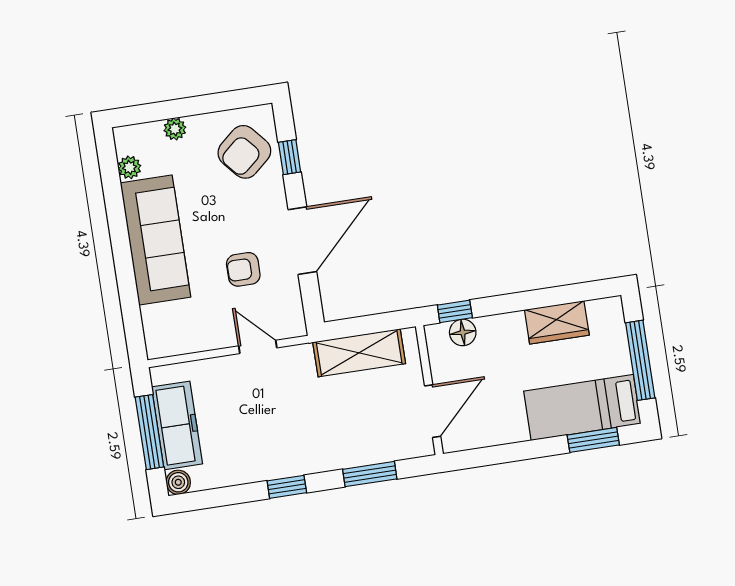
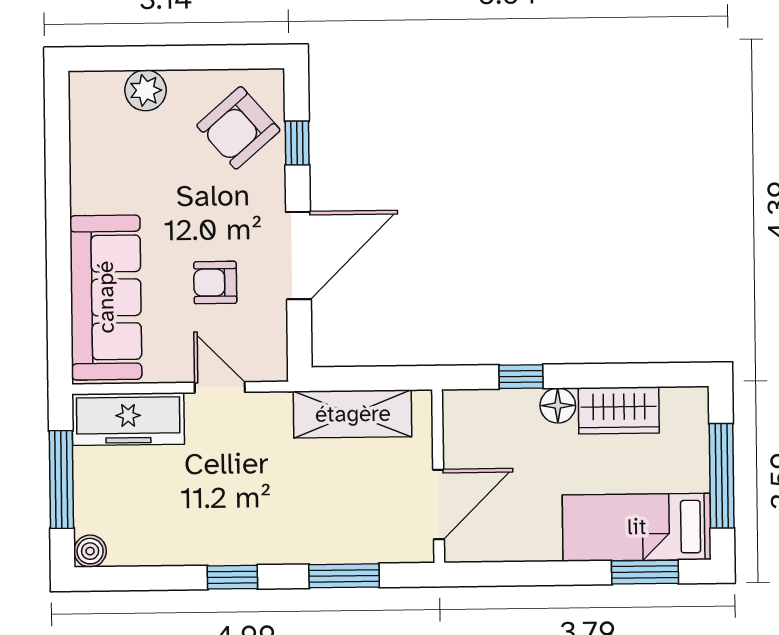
plant: (175, 129) -> (146, 90), width x1.38, depth x1.38
plant: (130, 167) -> (84, 127), removed
sofa: (156, 240) -> (106, 297), moved
window: (455, 311) -> (521, 377), moved
floor lamp: (463, 332) -> (558, 406), moved
freezer: (177, 425) -> (128, 419), moved, turned 90

